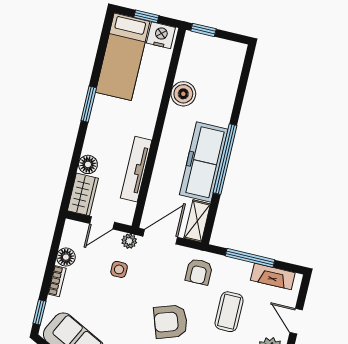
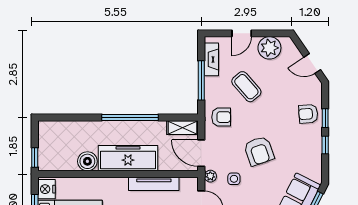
freezer: (204, 162) -> (128, 158), moved, turned 180
coffee table: (229, 312) -> (246, 87), turned 49
armchair: (171, 322) -> (259, 151), moved

